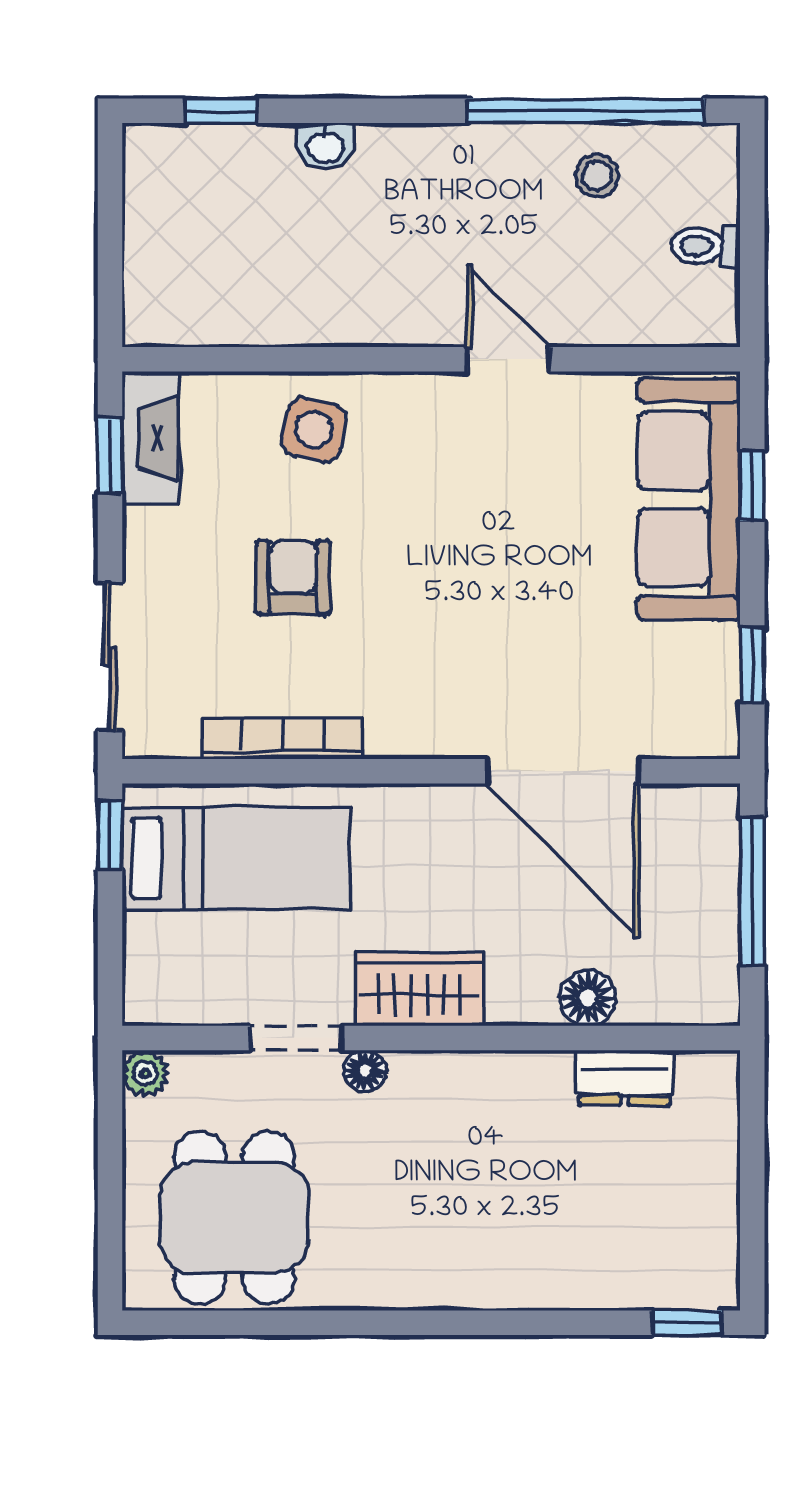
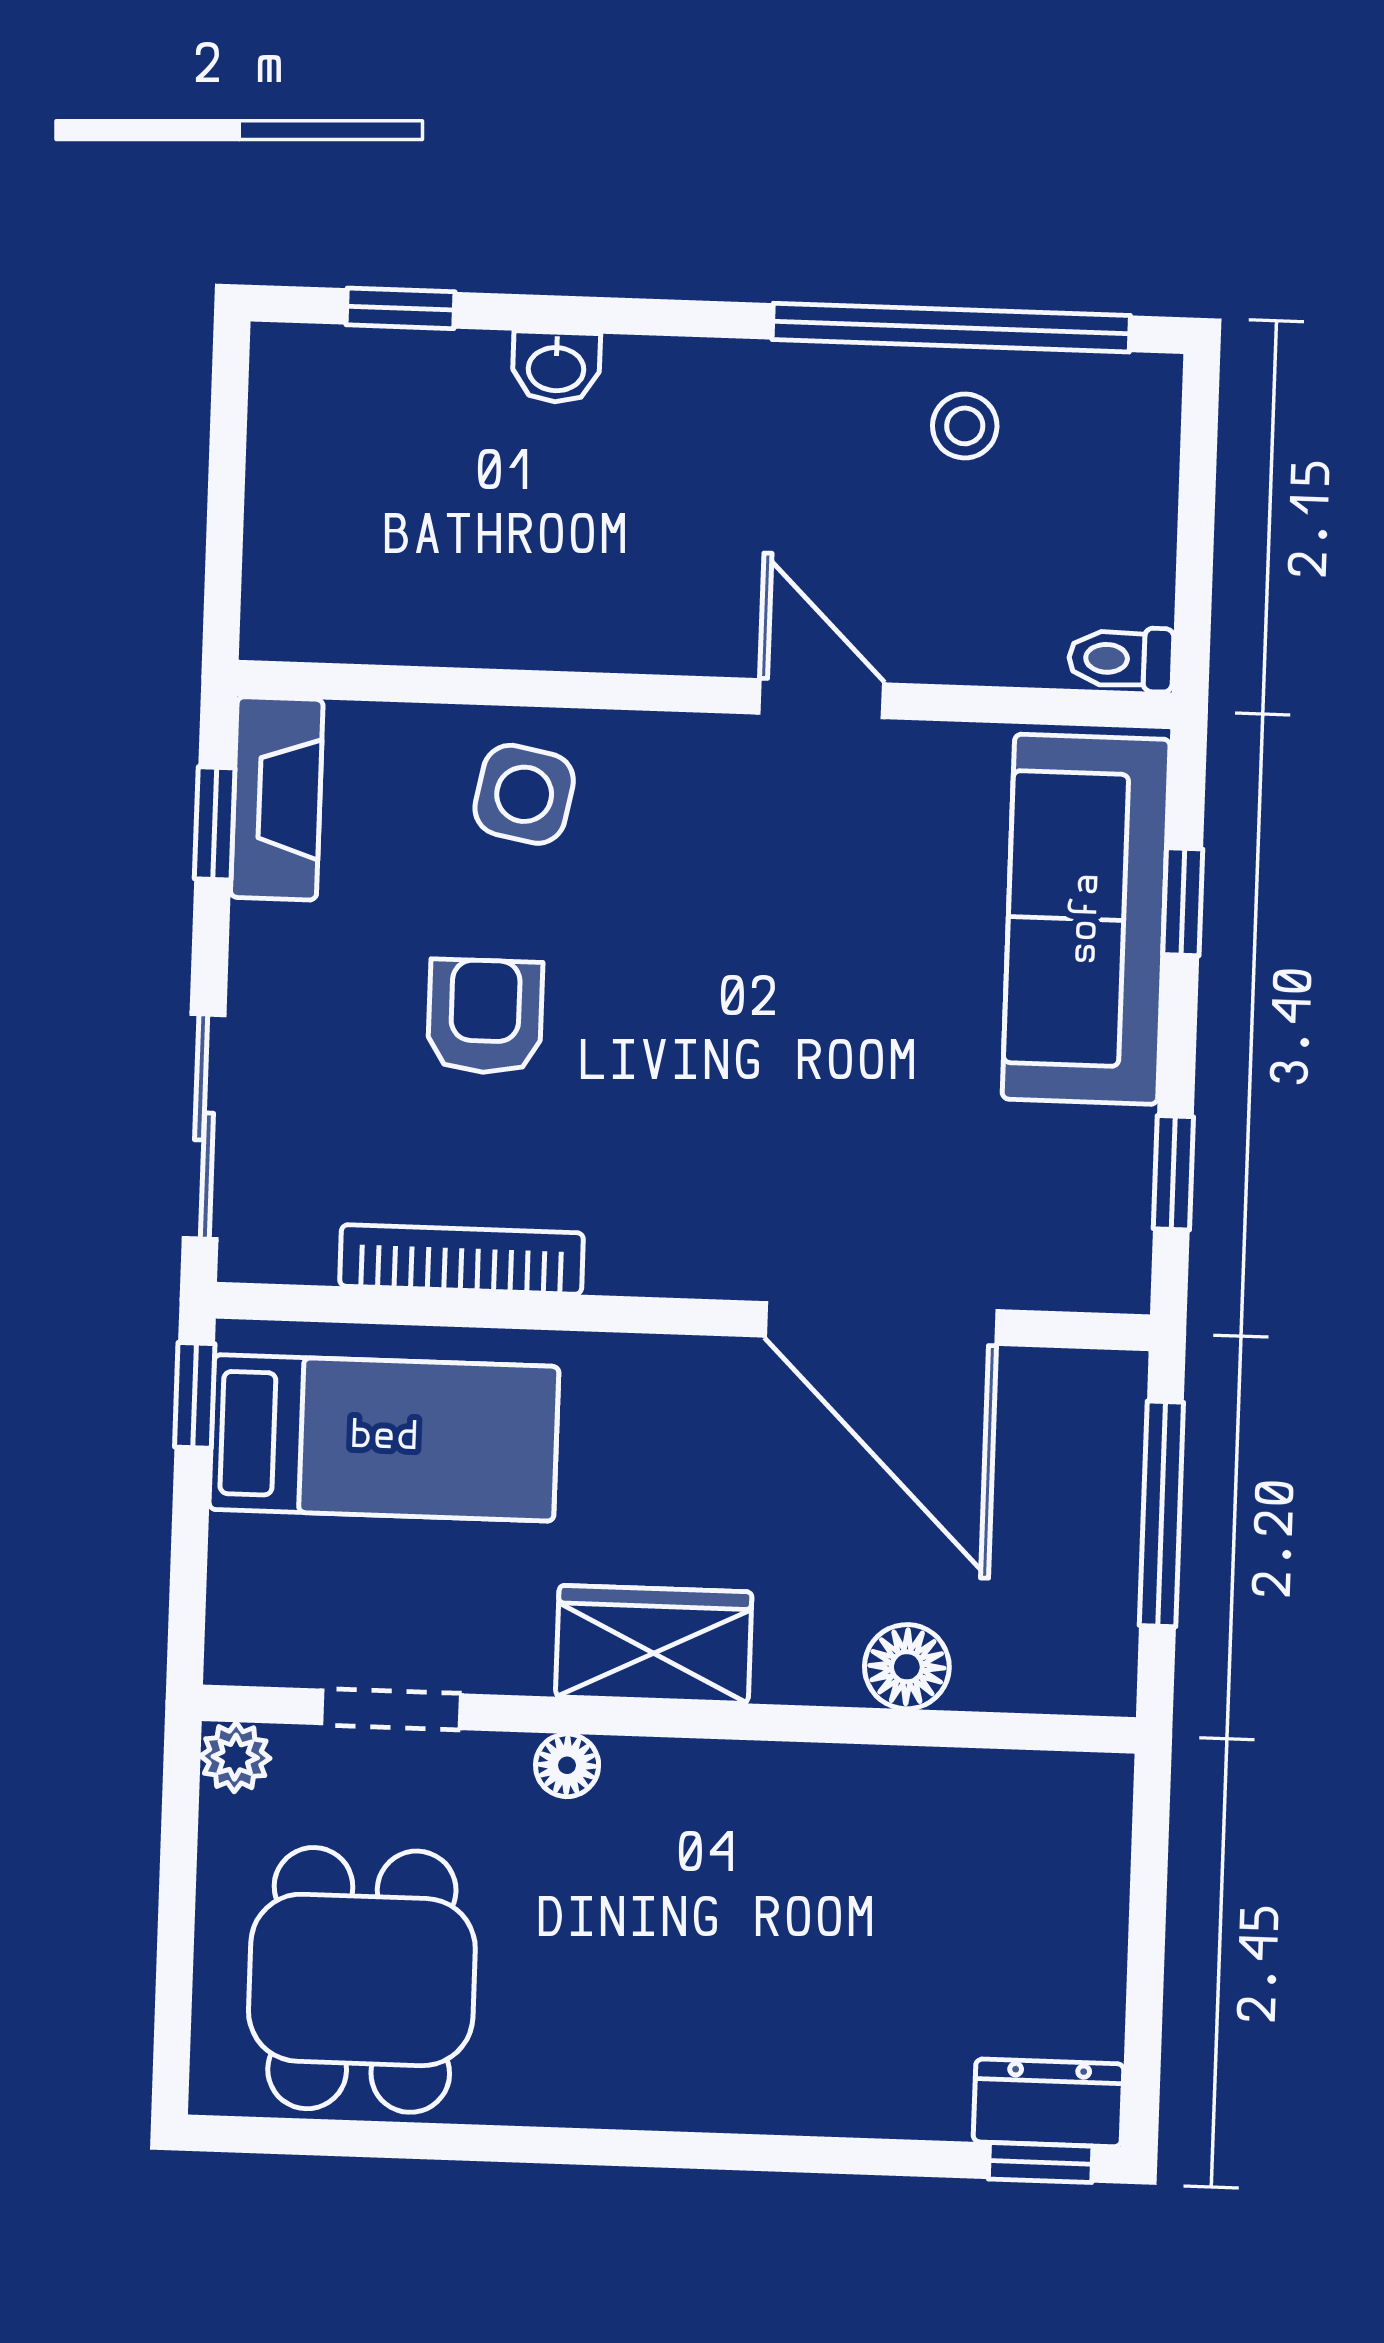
toilet: (706, 246) -> (1121, 659), moved
doorway: (296, 1038) -> (391, 1709), moved
dresser: (624, 1078) -> (1049, 2103), moved, turned 180

